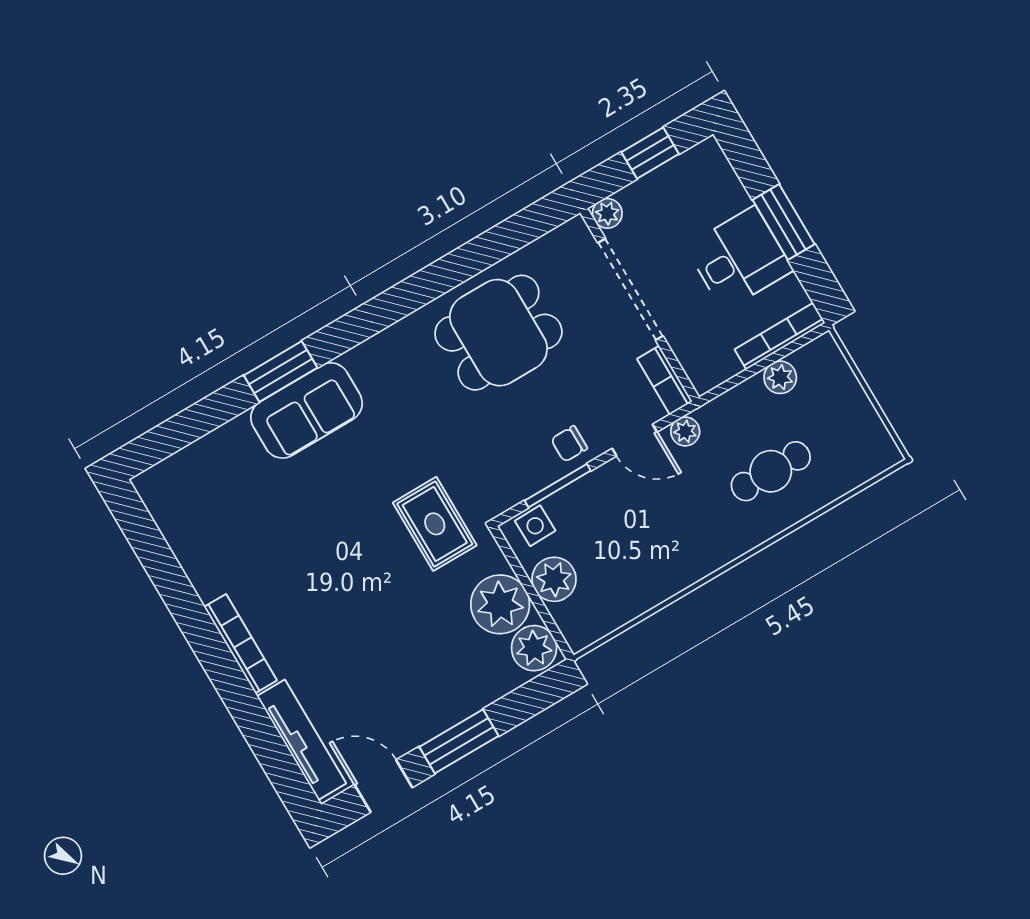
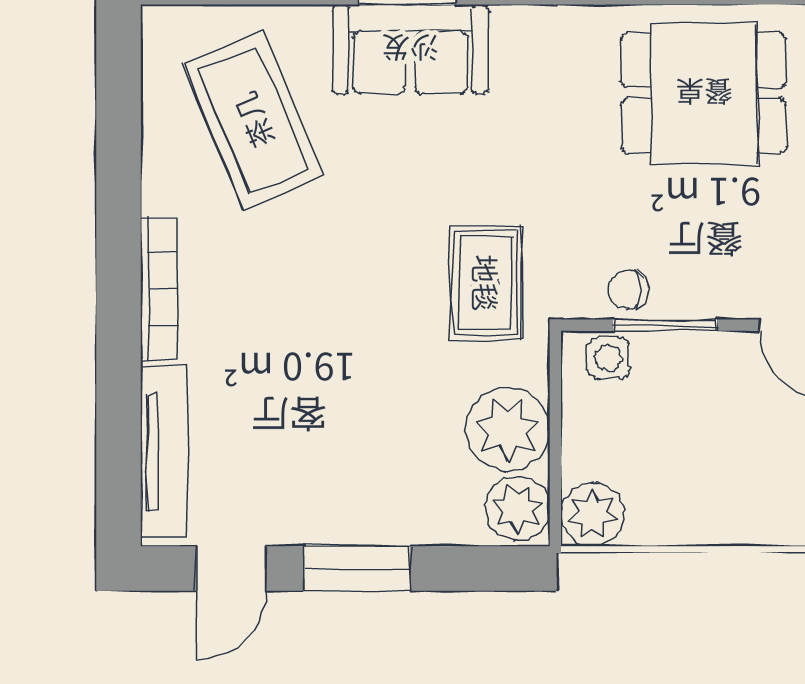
chair: (569, 444) -> (629, 289), moved
coffee table: (237, 509) -> (253, 120), added
plant: (554, 579) -> (592, 515), moved
door: (383, 786) -> (231, 568), swing flipped

